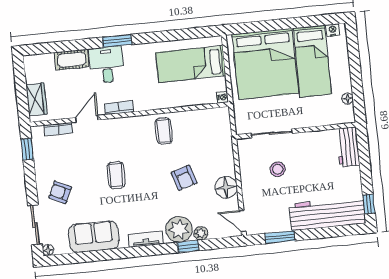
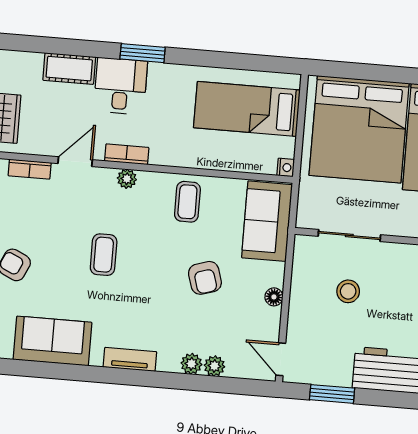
plant: (122, 124) -> (127, 179), added
sofa: (217, 134) -> (267, 221), added
floor lamp: (226, 187) -> (274, 297), width x0.53, depth x0.53
plant: (179, 229) -> (191, 364), width x0.53, depth x0.53
window: (188, 246) -> (192, 382), removed

